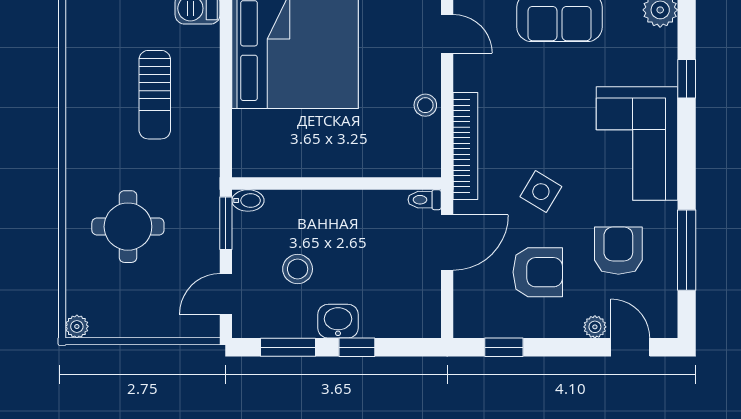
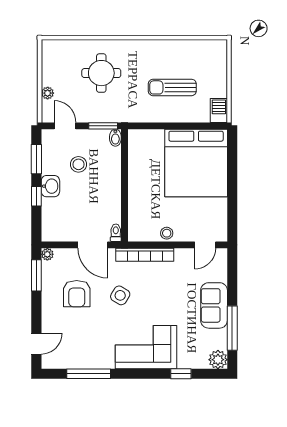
armchair: (618, 251) -> (88, 337), removed
plant: (77, 326) -> (48, 93), moved
plant: (595, 327) -> (47, 254), moved
window: (504, 347) -> (36, 275), width x1.50

